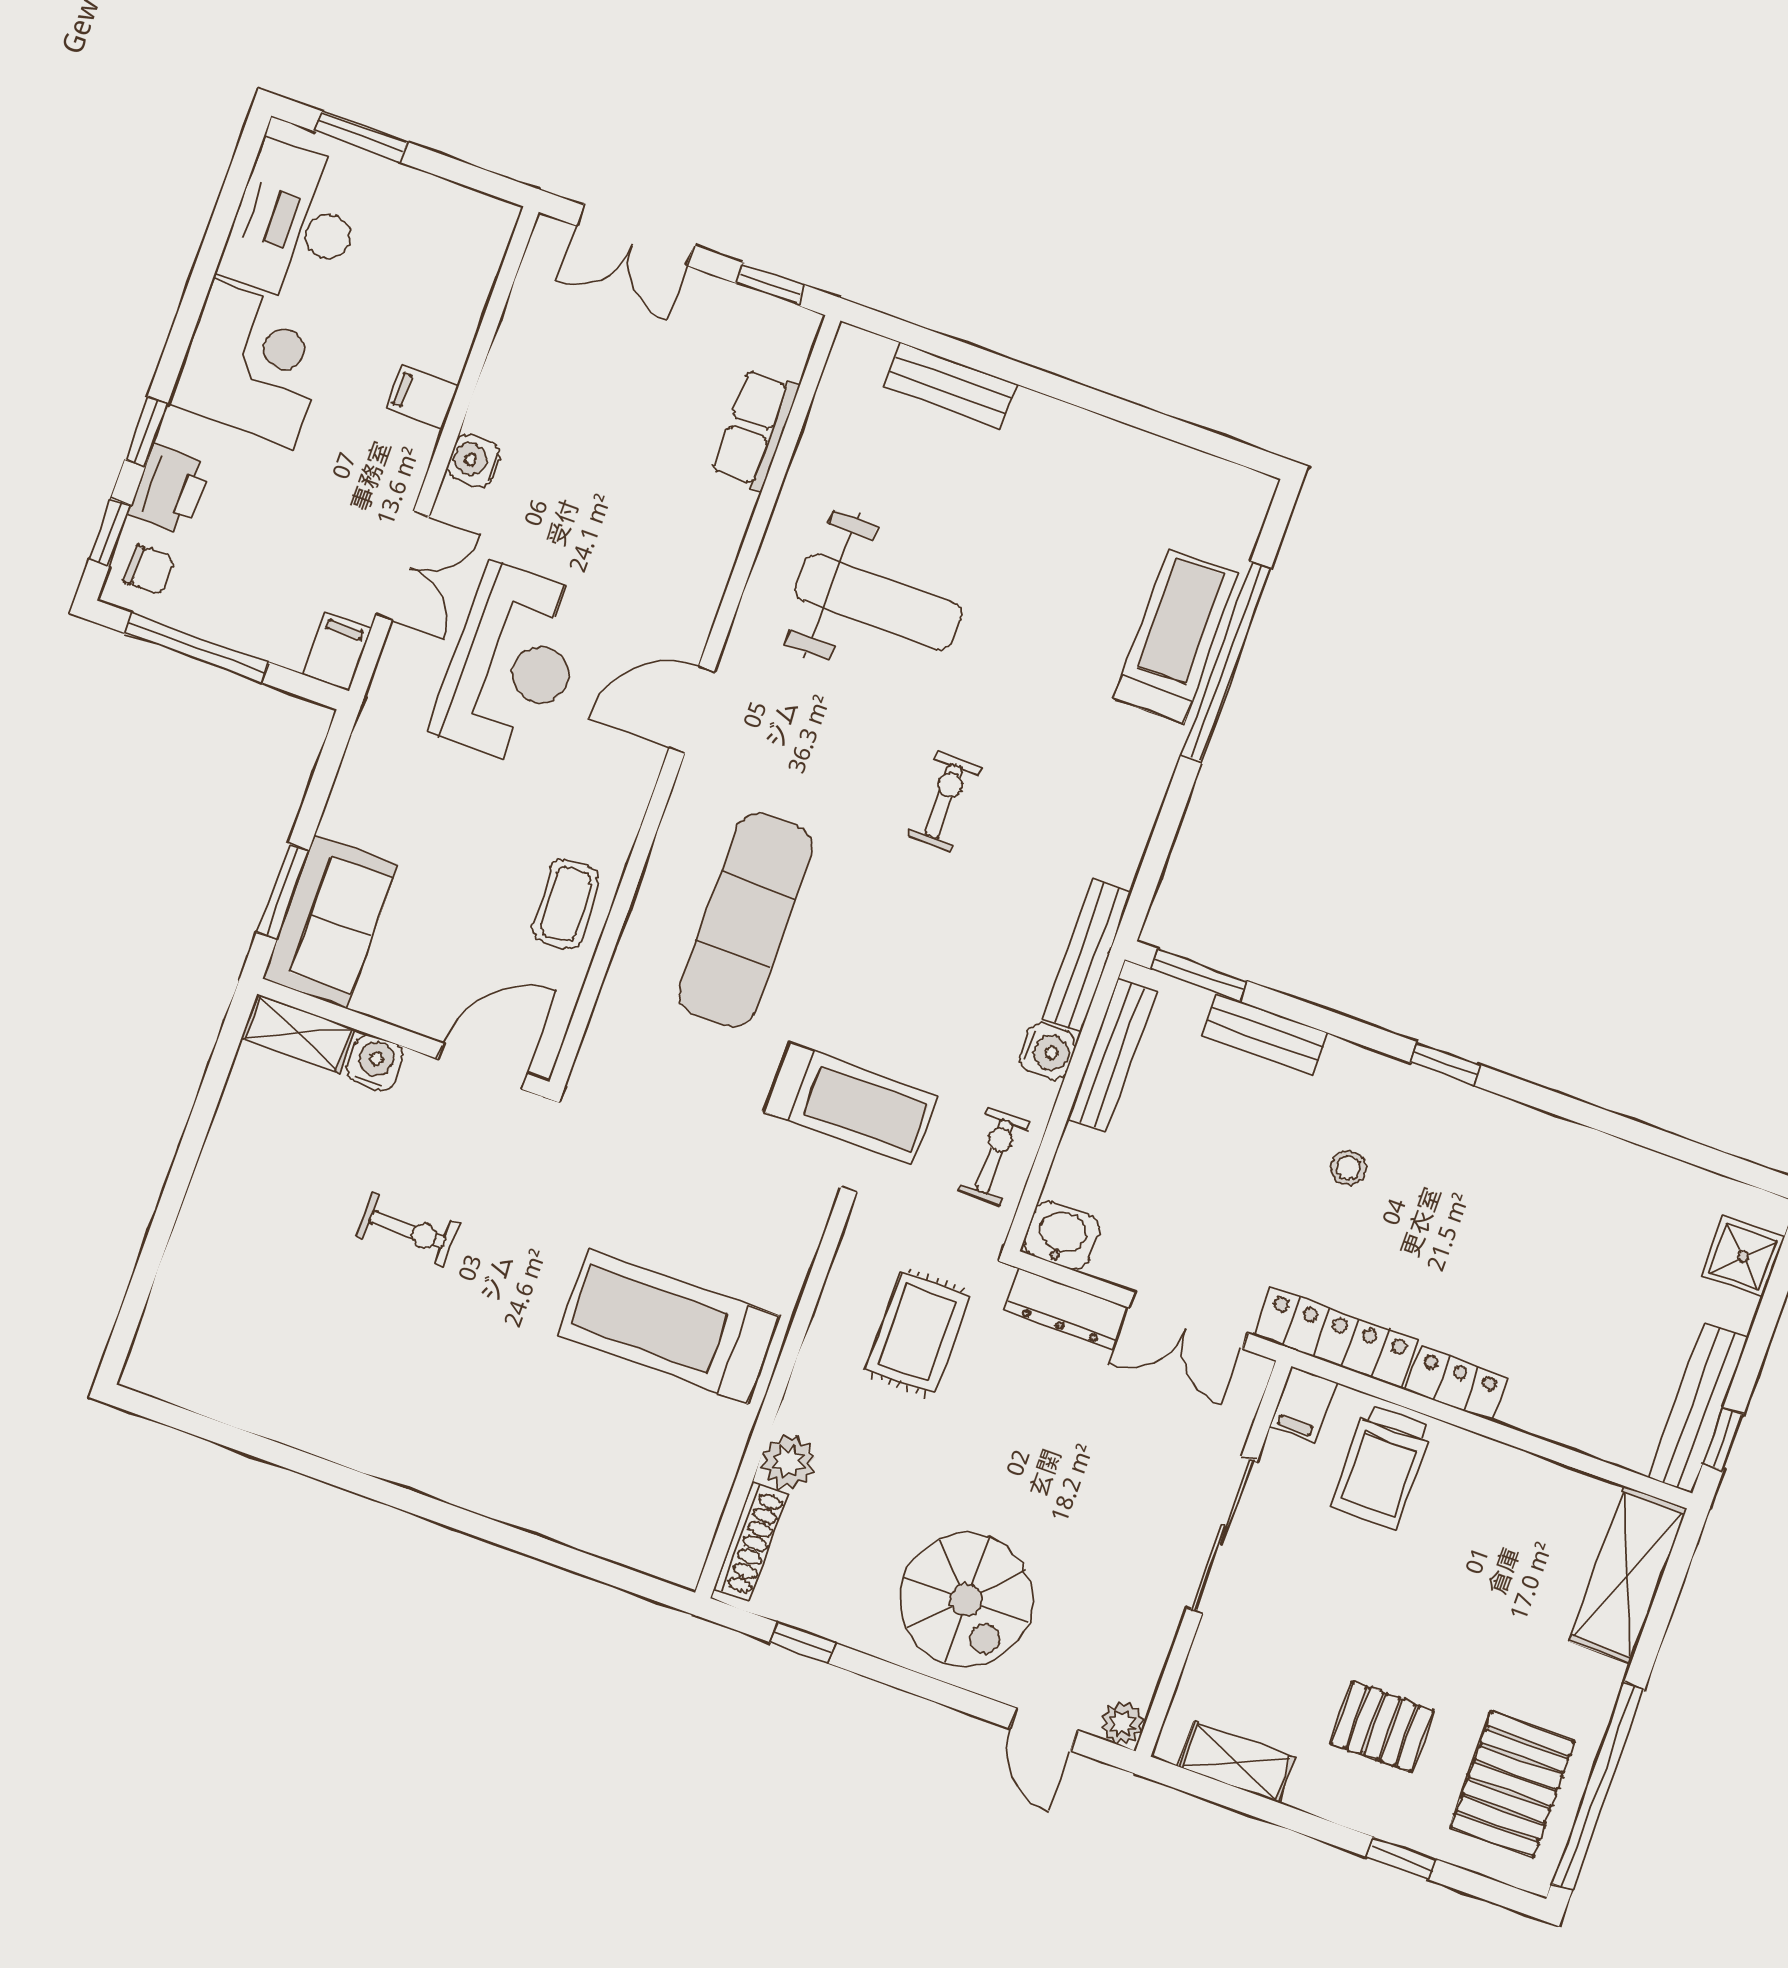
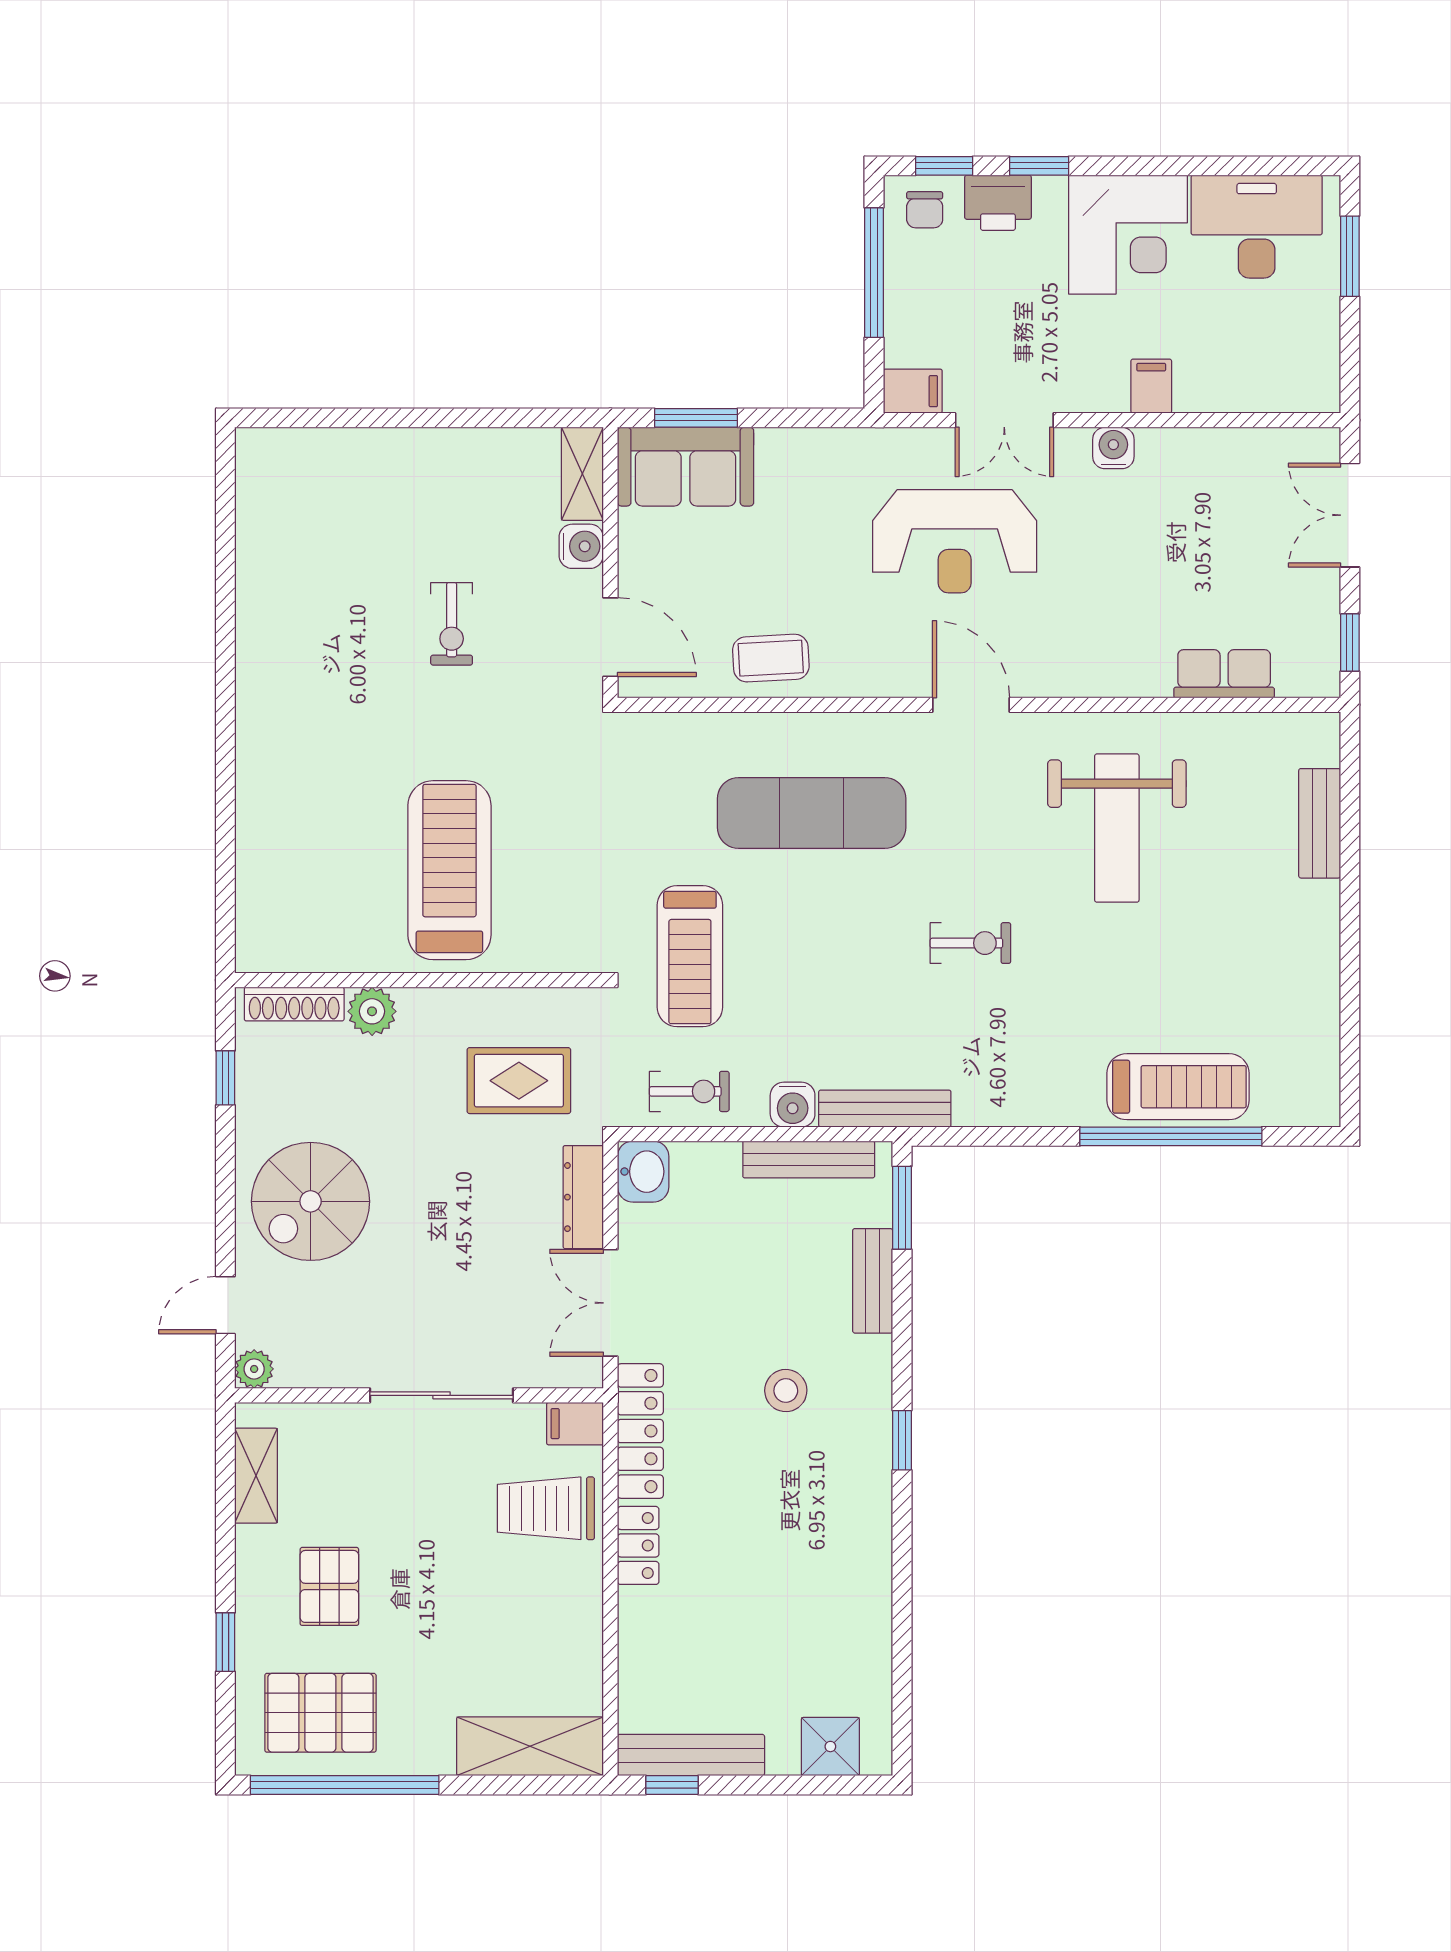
stool: (1348, 1168) -> (786, 1391), width x1.37, depth x1.37

